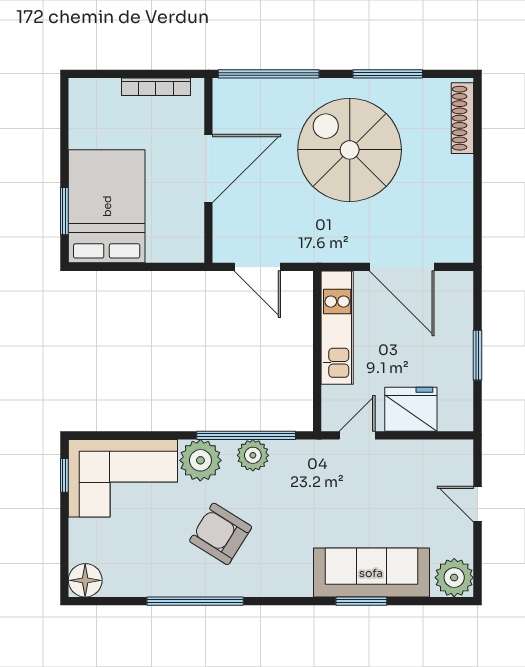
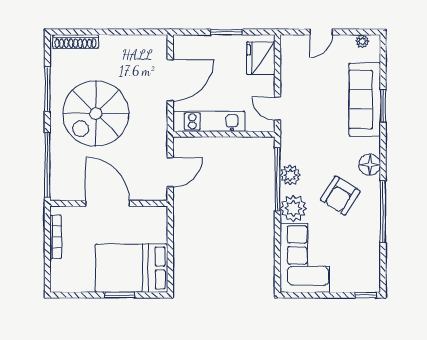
window: (64, 211) -> (120, 295), moved
fridge: (411, 409) -> (261, 58), moved
window: (64, 475) -> (365, 295), moved
plant: (454, 578) -> (362, 41), width x0.53, depth x0.53
floor lamp: (85, 580) -> (370, 165), moved

